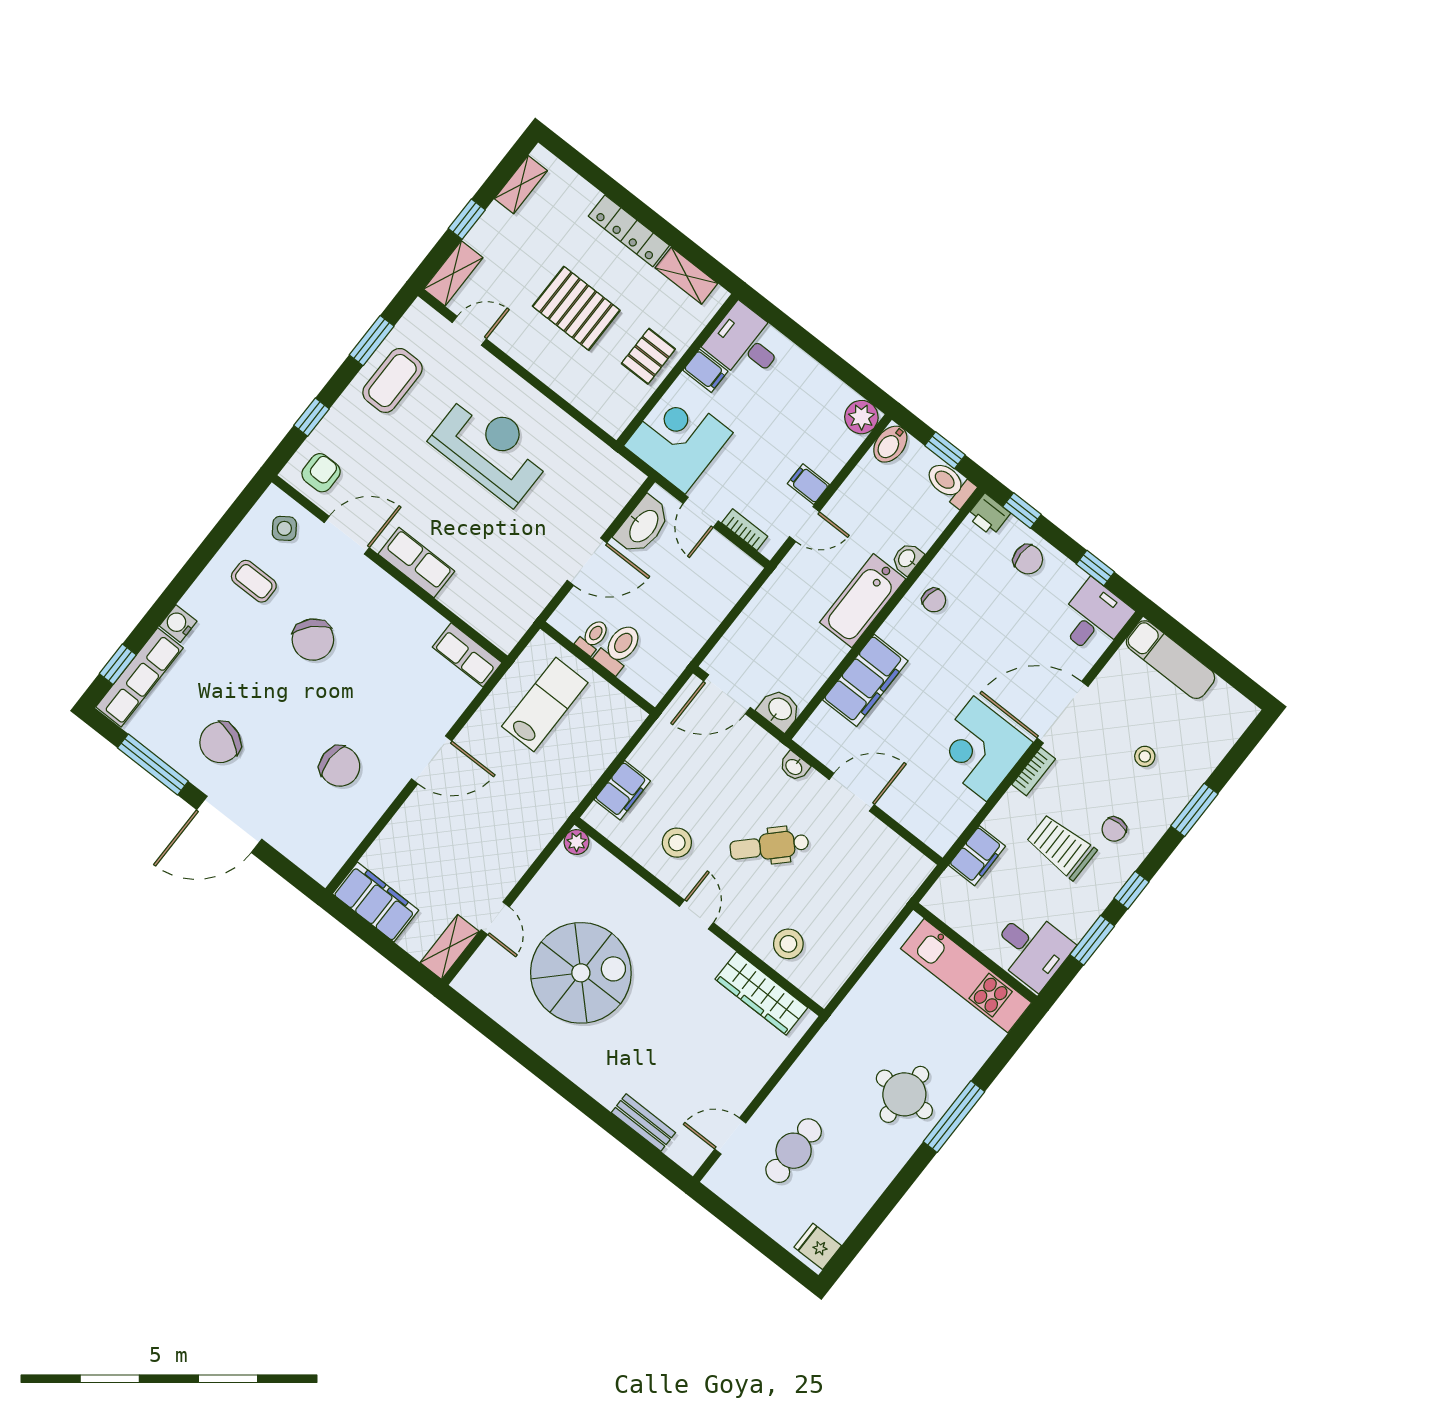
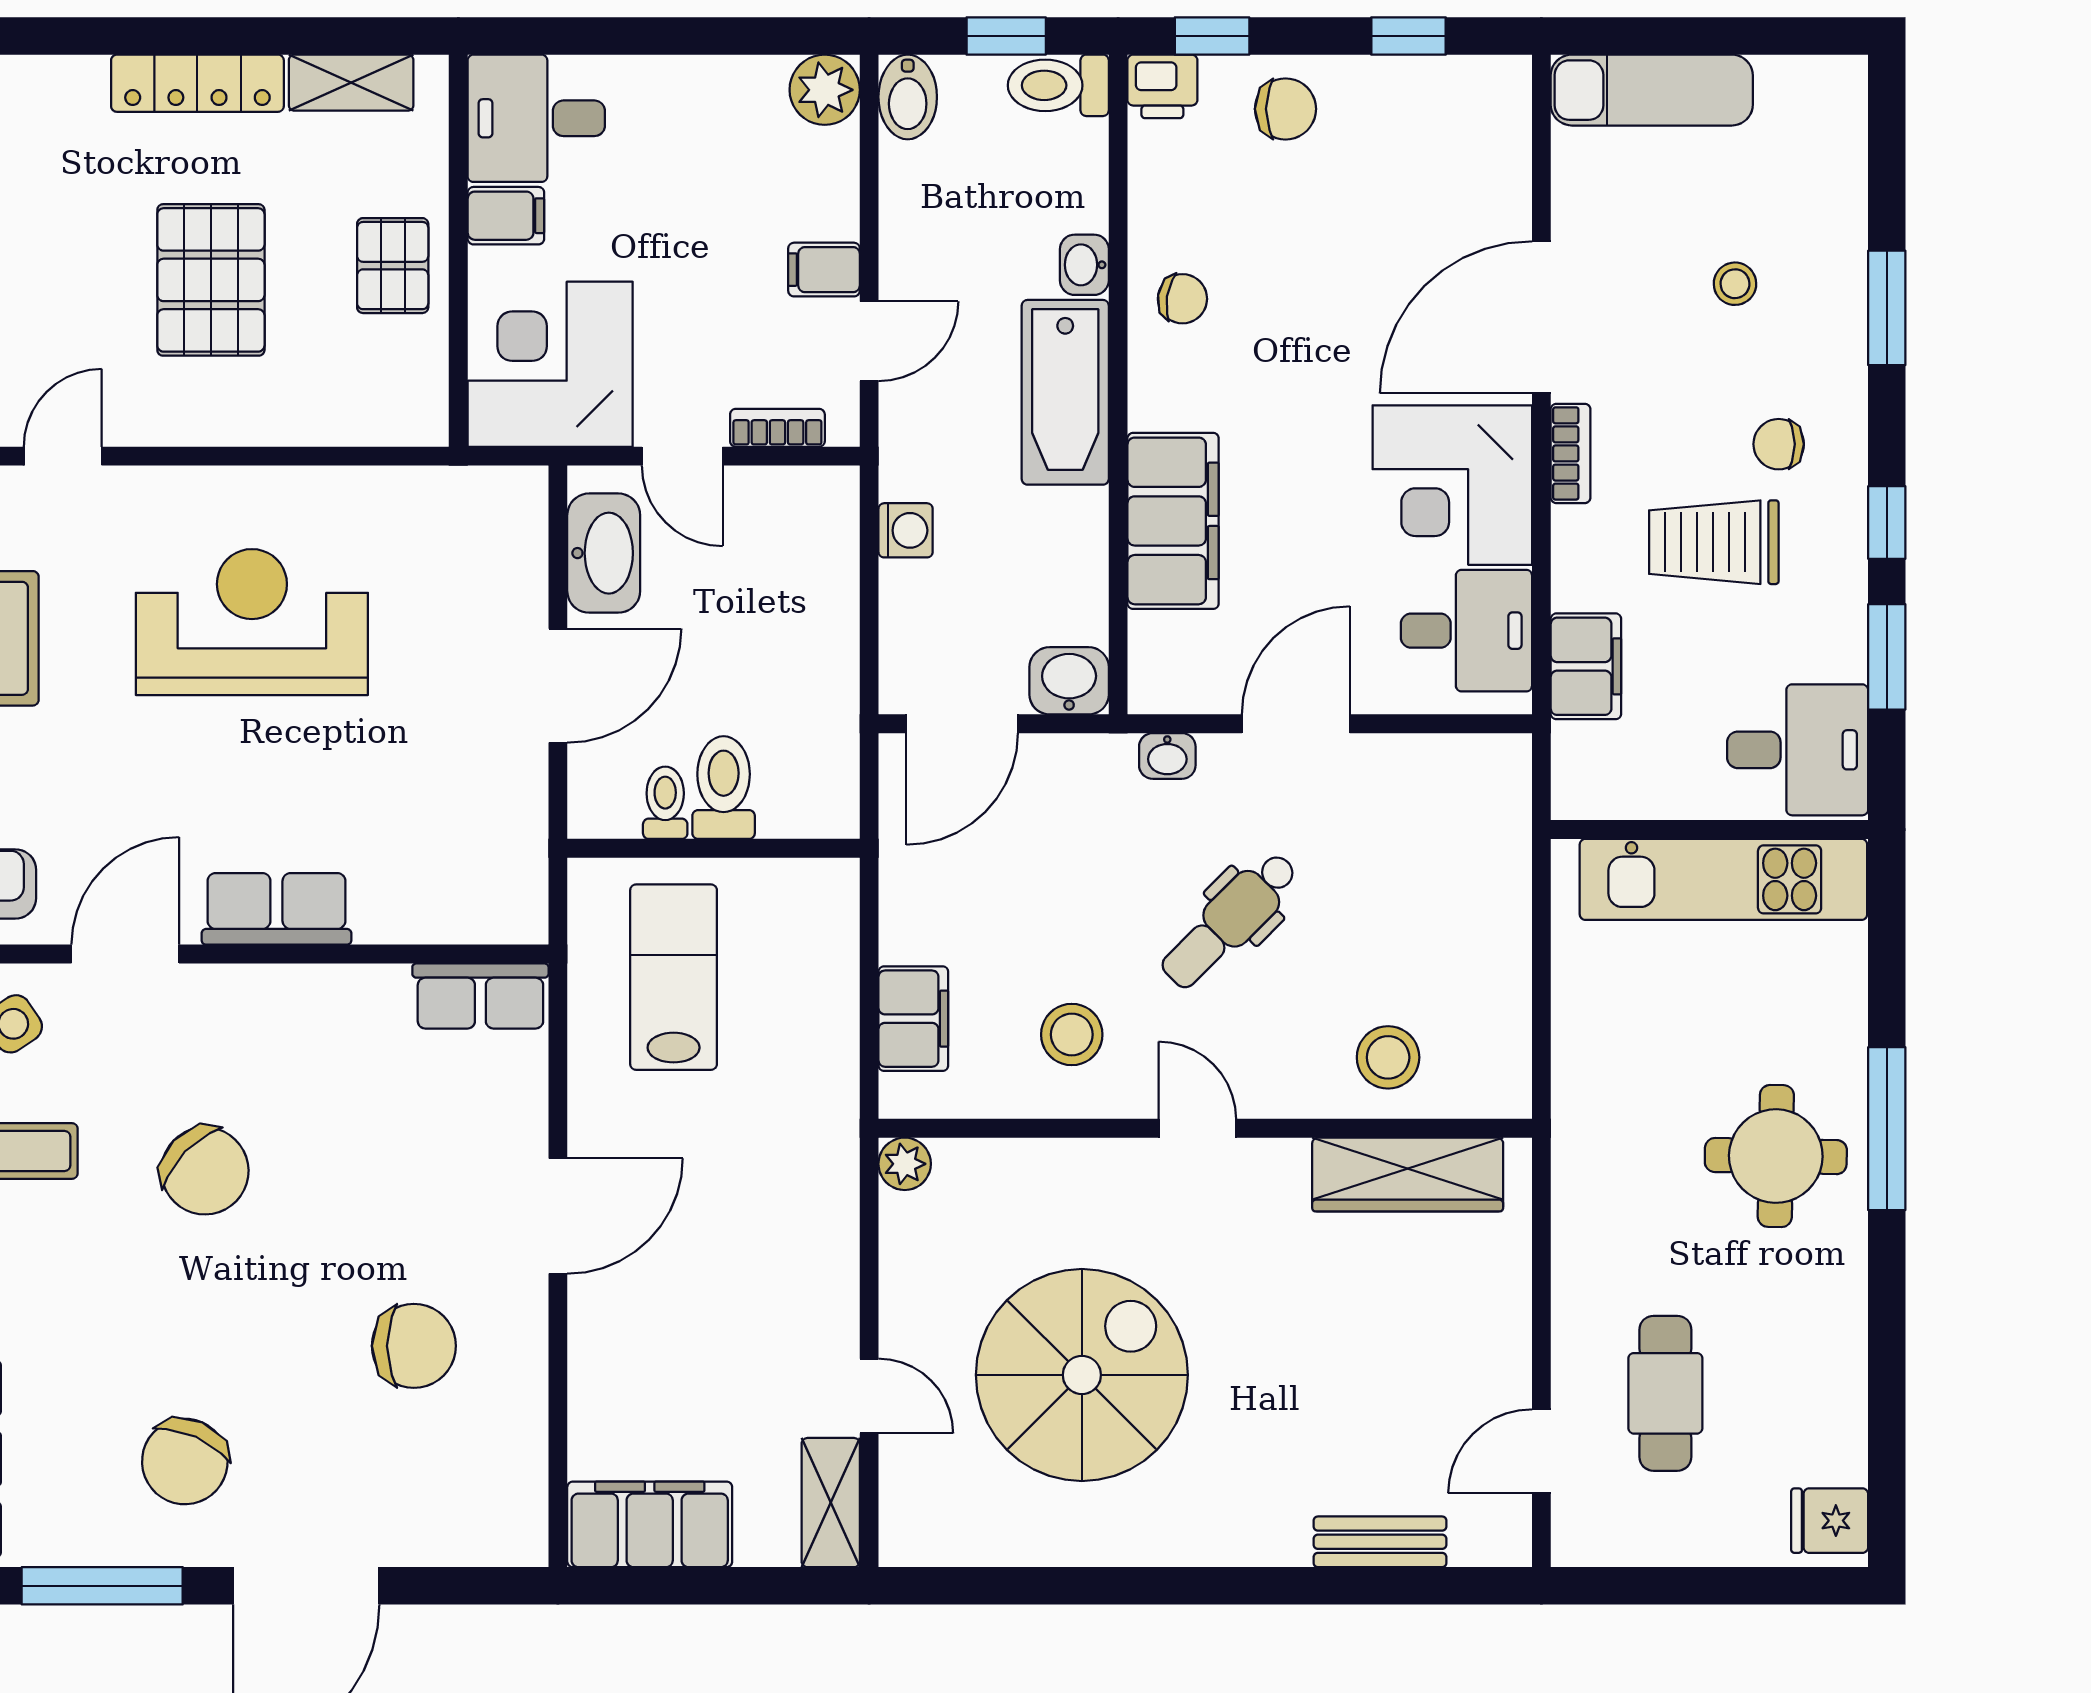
pallet: (576, 308) -> (211, 280), turned 90
washing machine: (763, 605) -> (906, 530), added
desk: (1094, 618) -> (1466, 631), moved, turned 90
chair: (1114, 829) -> (1779, 444), turned 90

